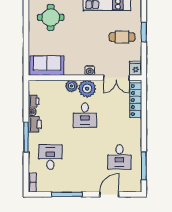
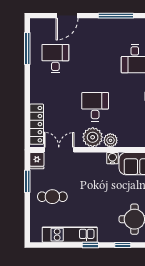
window: (144, 32) -> (27, 181), moved
water cooler: (90, 71) -> (112, 158), moved

